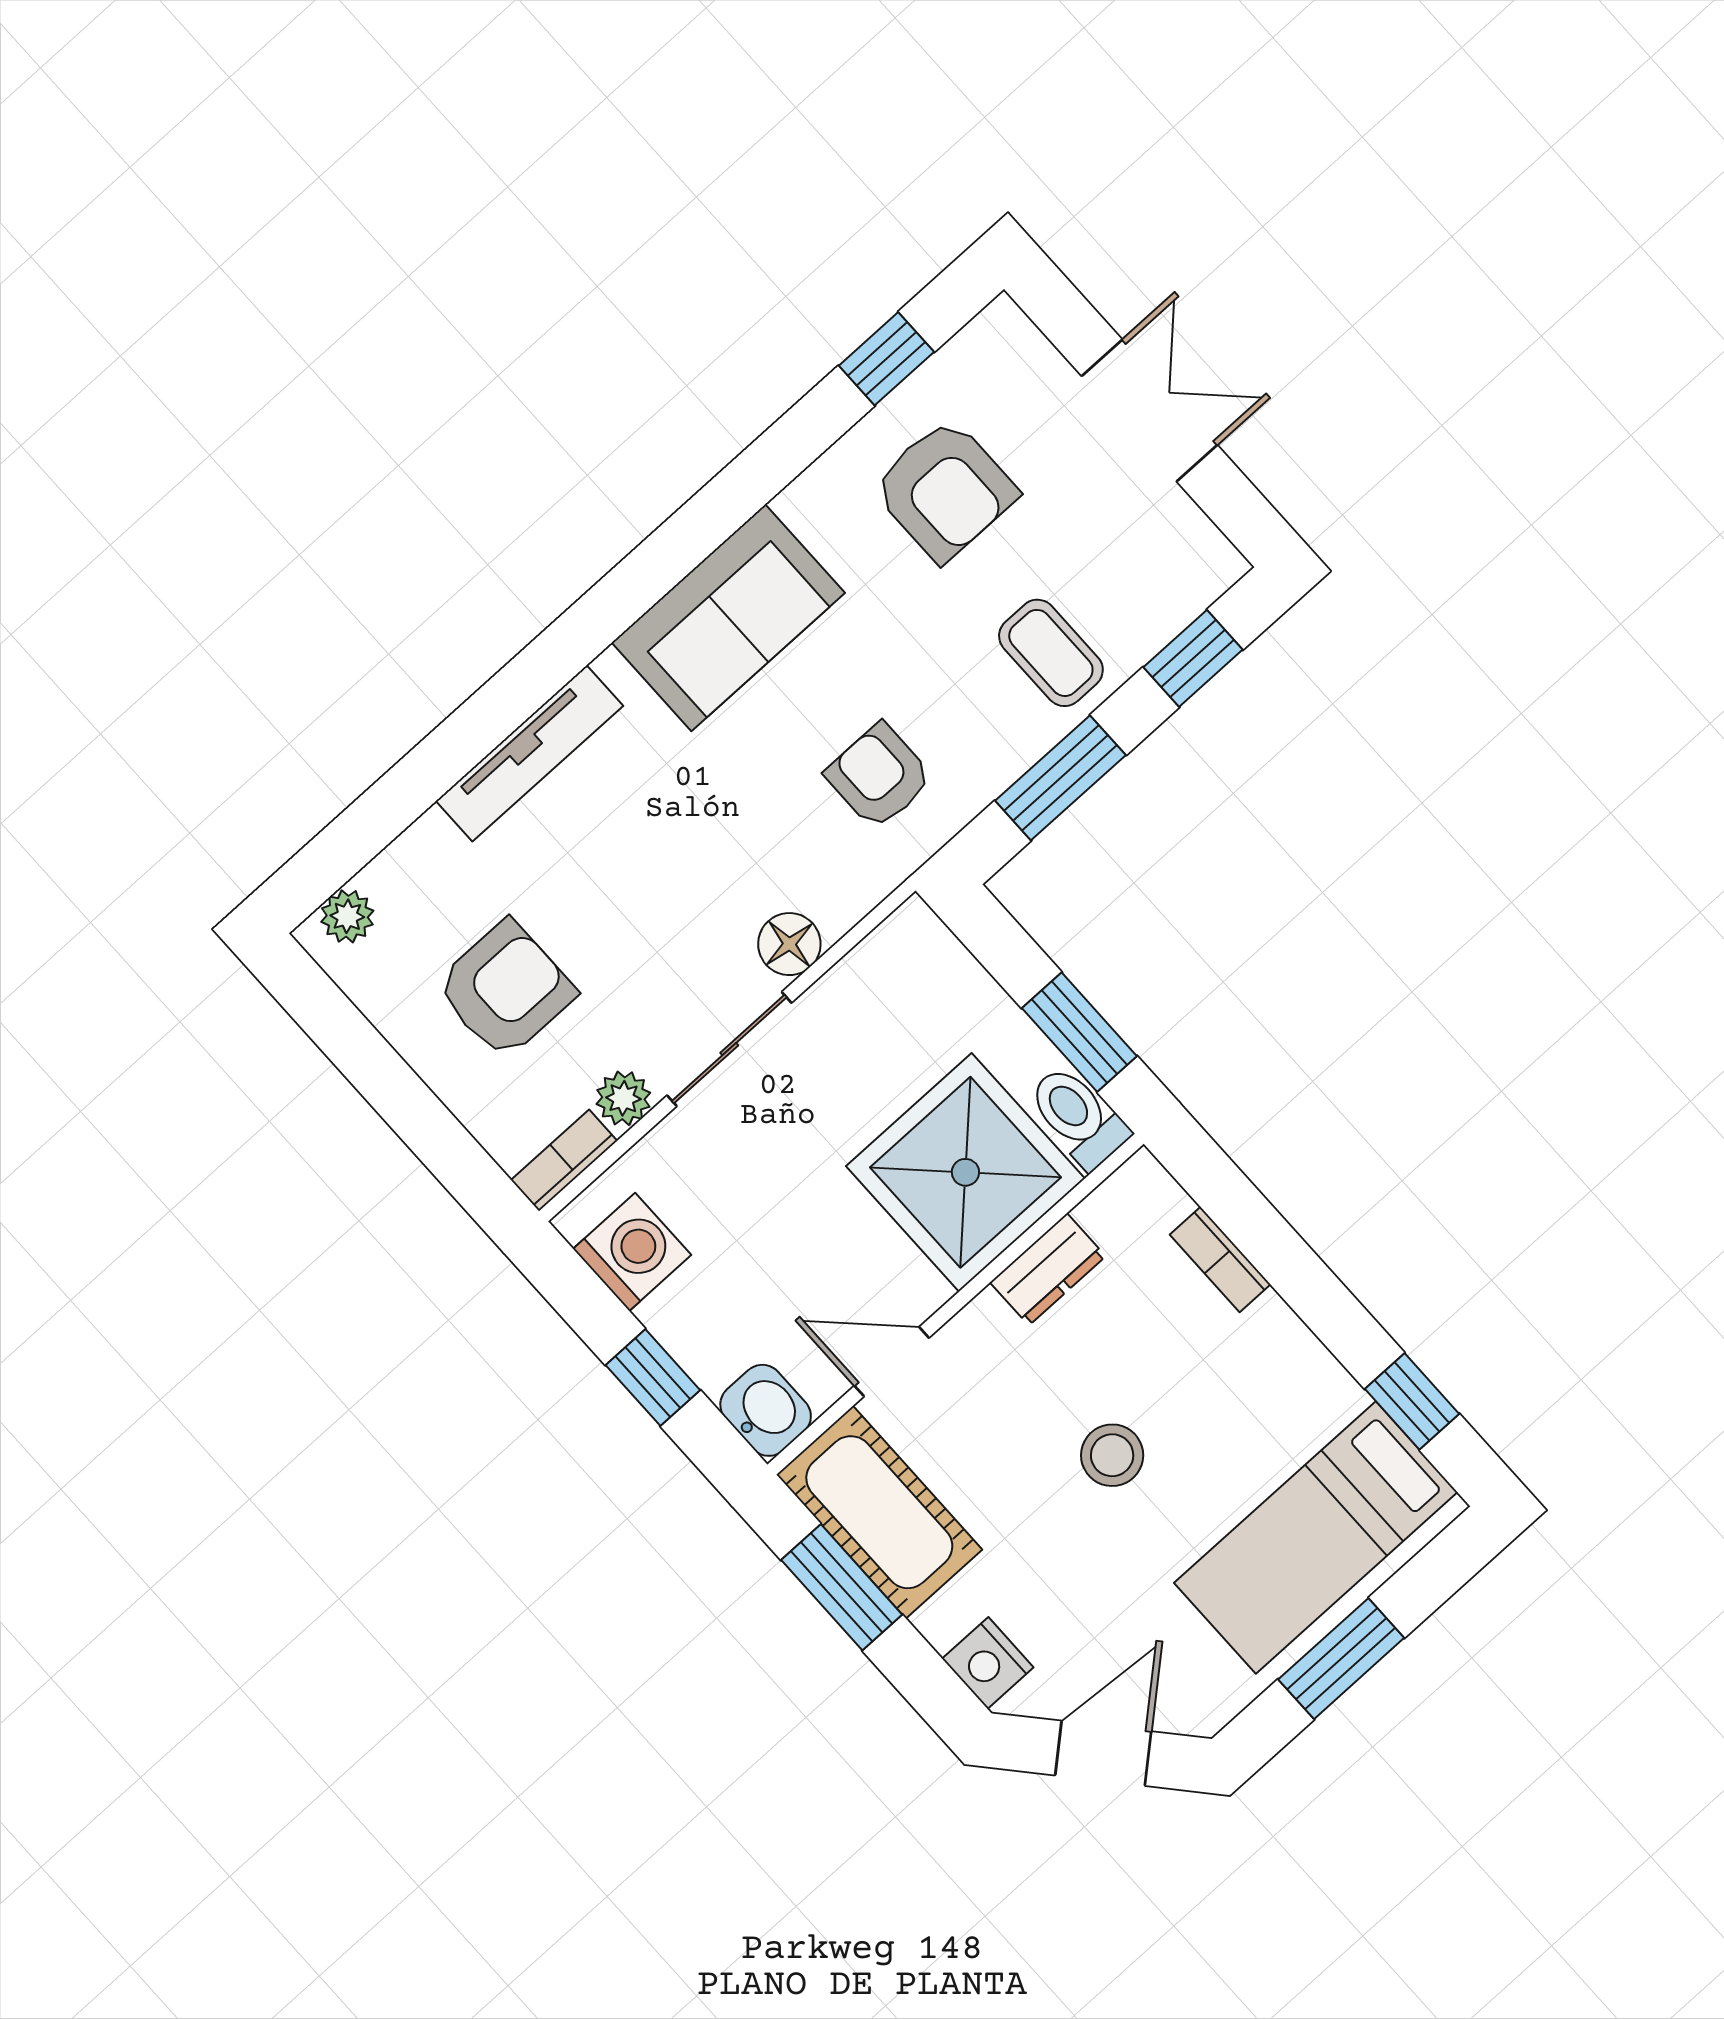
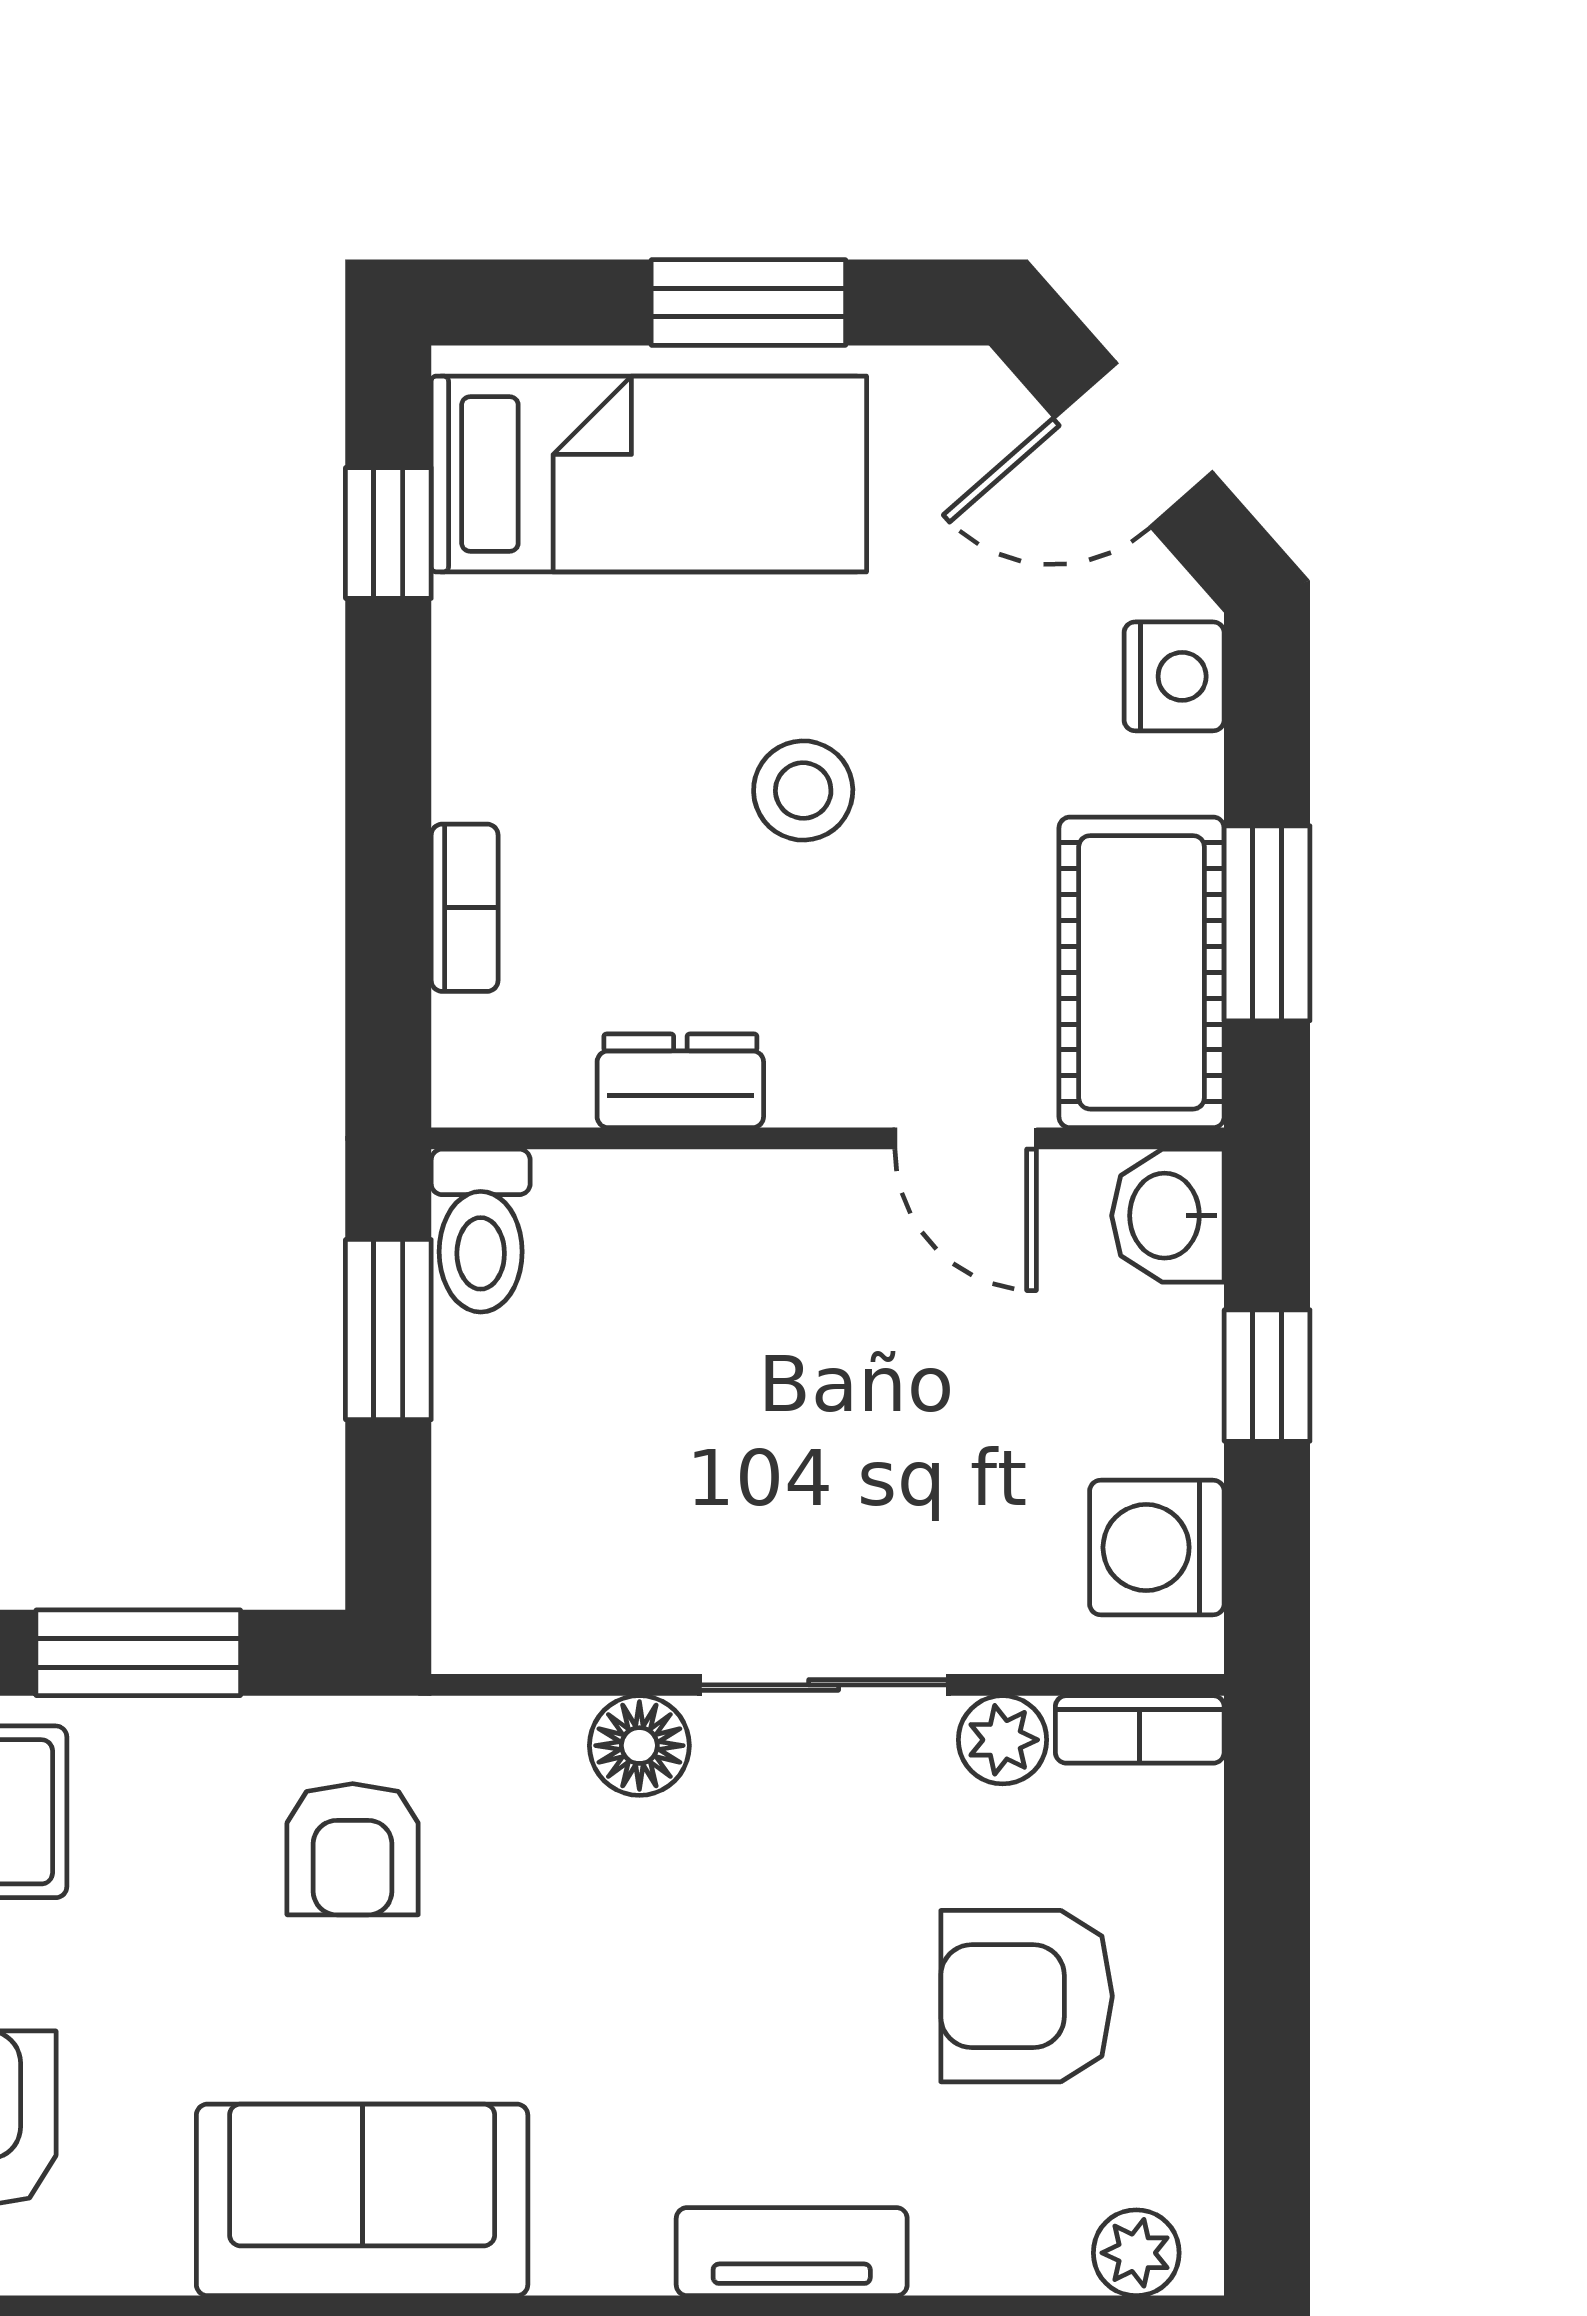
tv unit: (529, 753) -> (792, 2252), width x0.71
shower: (965, 1172) -> (674, 1285), removed

